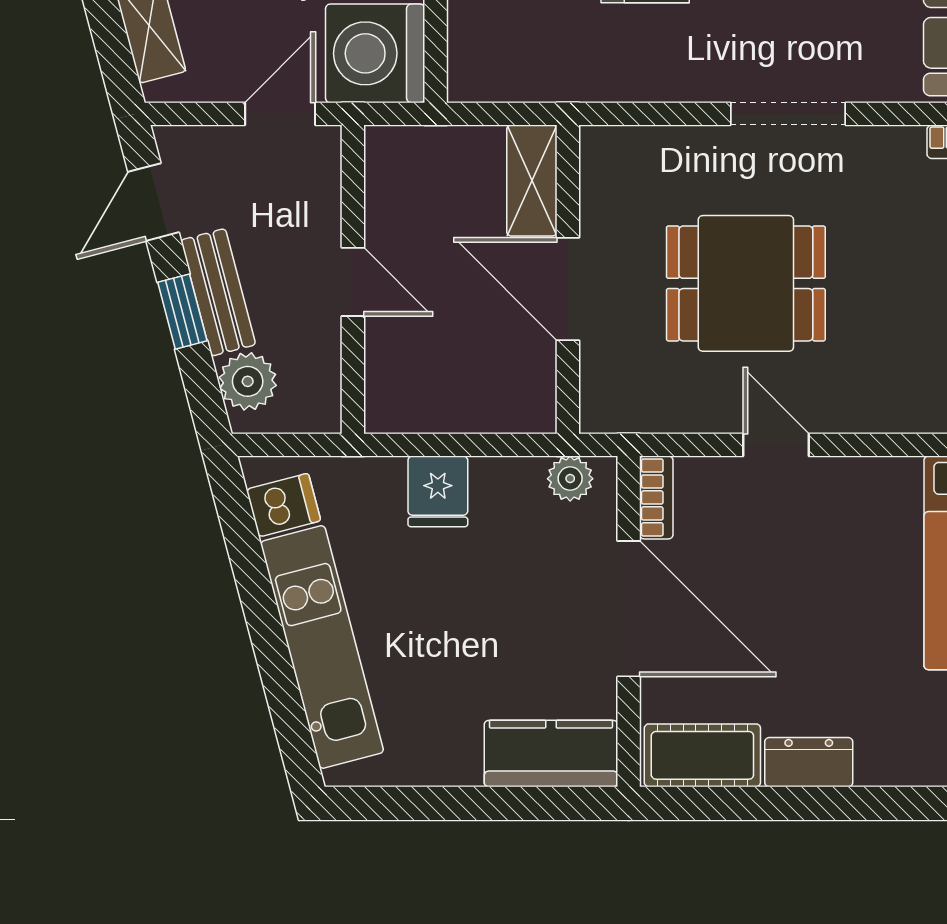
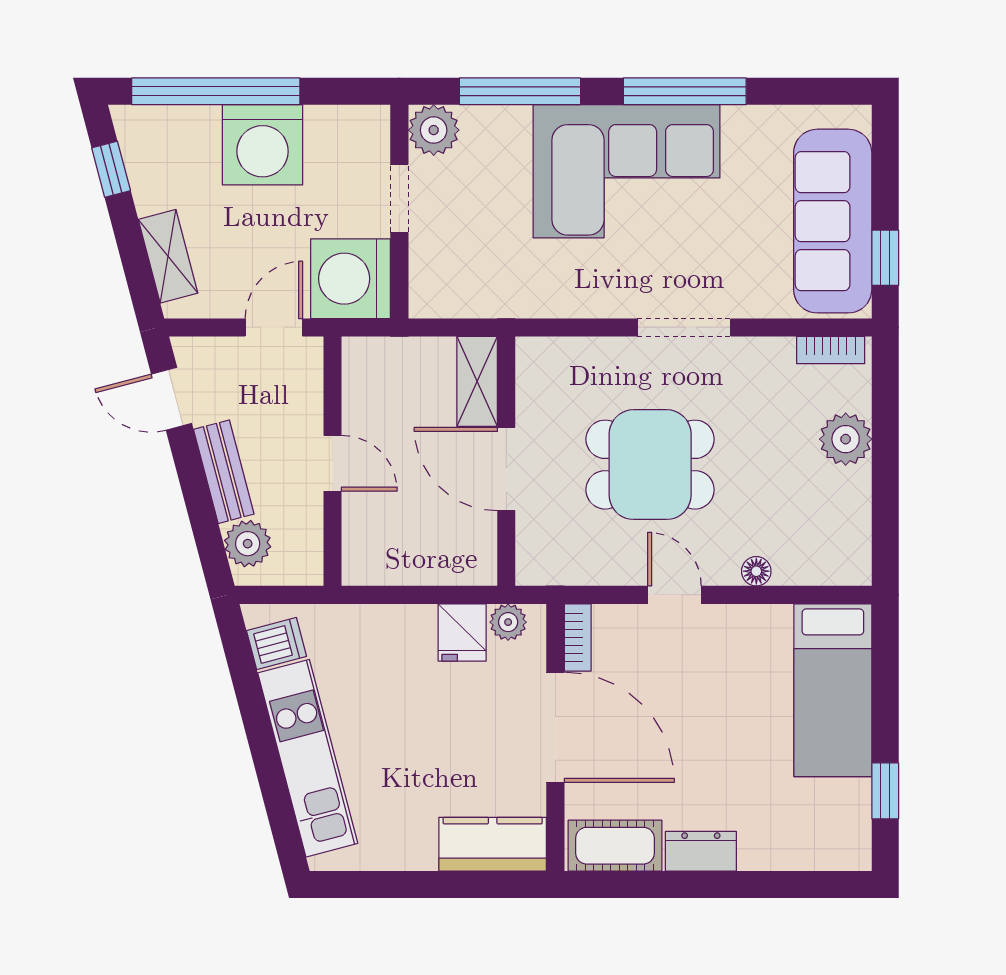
door: (153, 202) -> (172, 399), hinge flipped
window: (182, 312) -> (195, 487), removed
floor lamp: (877, 416) -> (756, 571), added
fridge: (438, 491) -> (462, 632), moved

